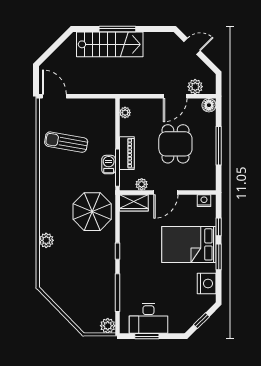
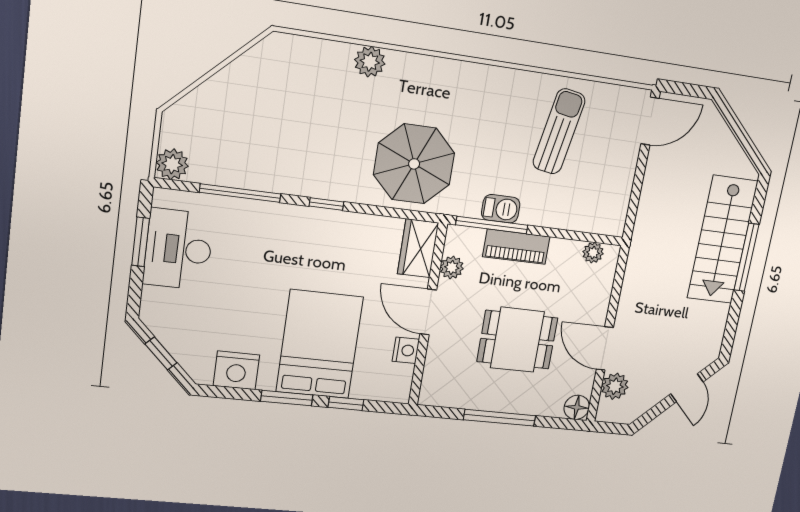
nightstand: (204, 201) -> (406, 350), moved

